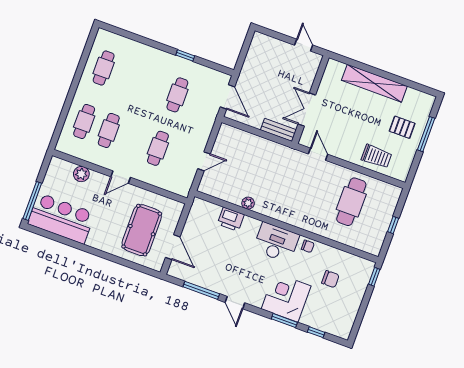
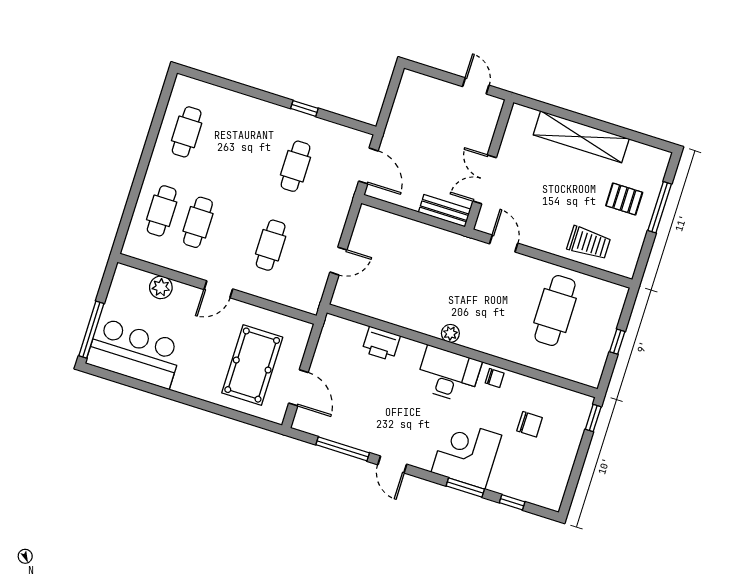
plant: (248, 203) -> (450, 333), moved

